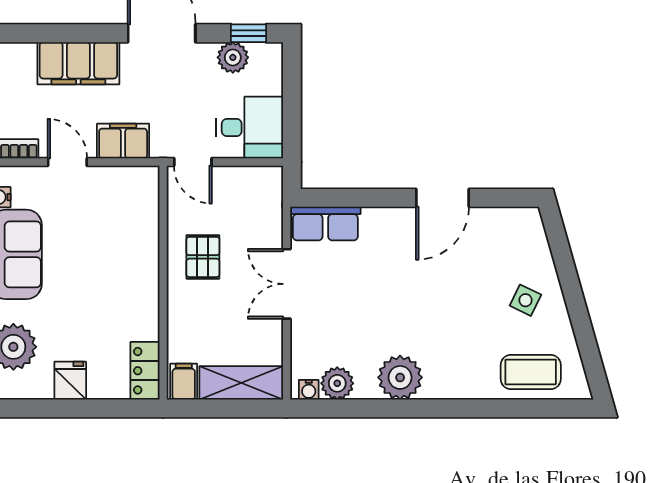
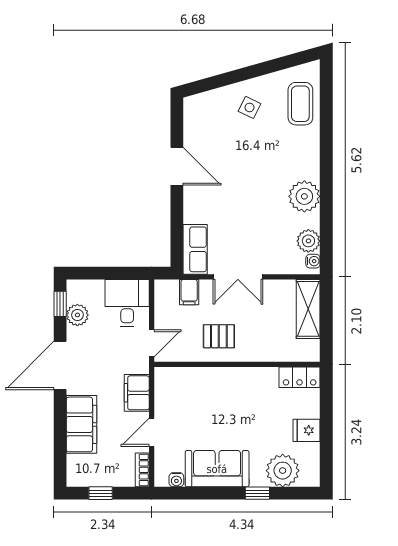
filing cabinet: (184, 382) -> (189, 292), moved, turned -90

